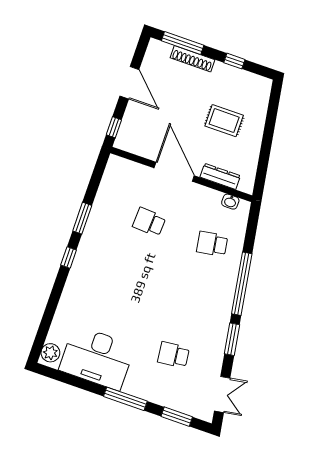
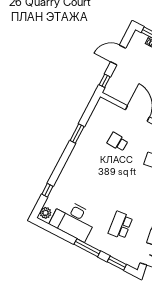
door: (129, 83) -> (118, 55), swing flipped
window: (69, 257) -> (47, 190), moved
school desk: (173, 355) -> (120, 225), width x1.85

